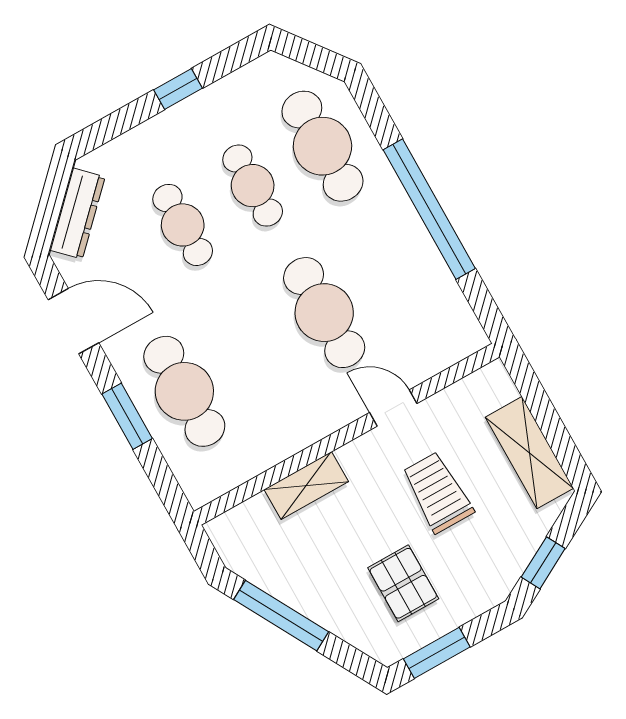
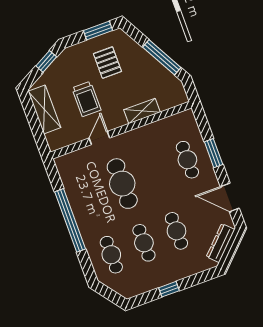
cafe table: (322, 146) -> (111, 255), width x0.73, depth x0.74
cafe table: (184, 391) -> (187, 160), width x0.73, depth x0.74
door: (393, 408) -> (99, 138), swing flipped

